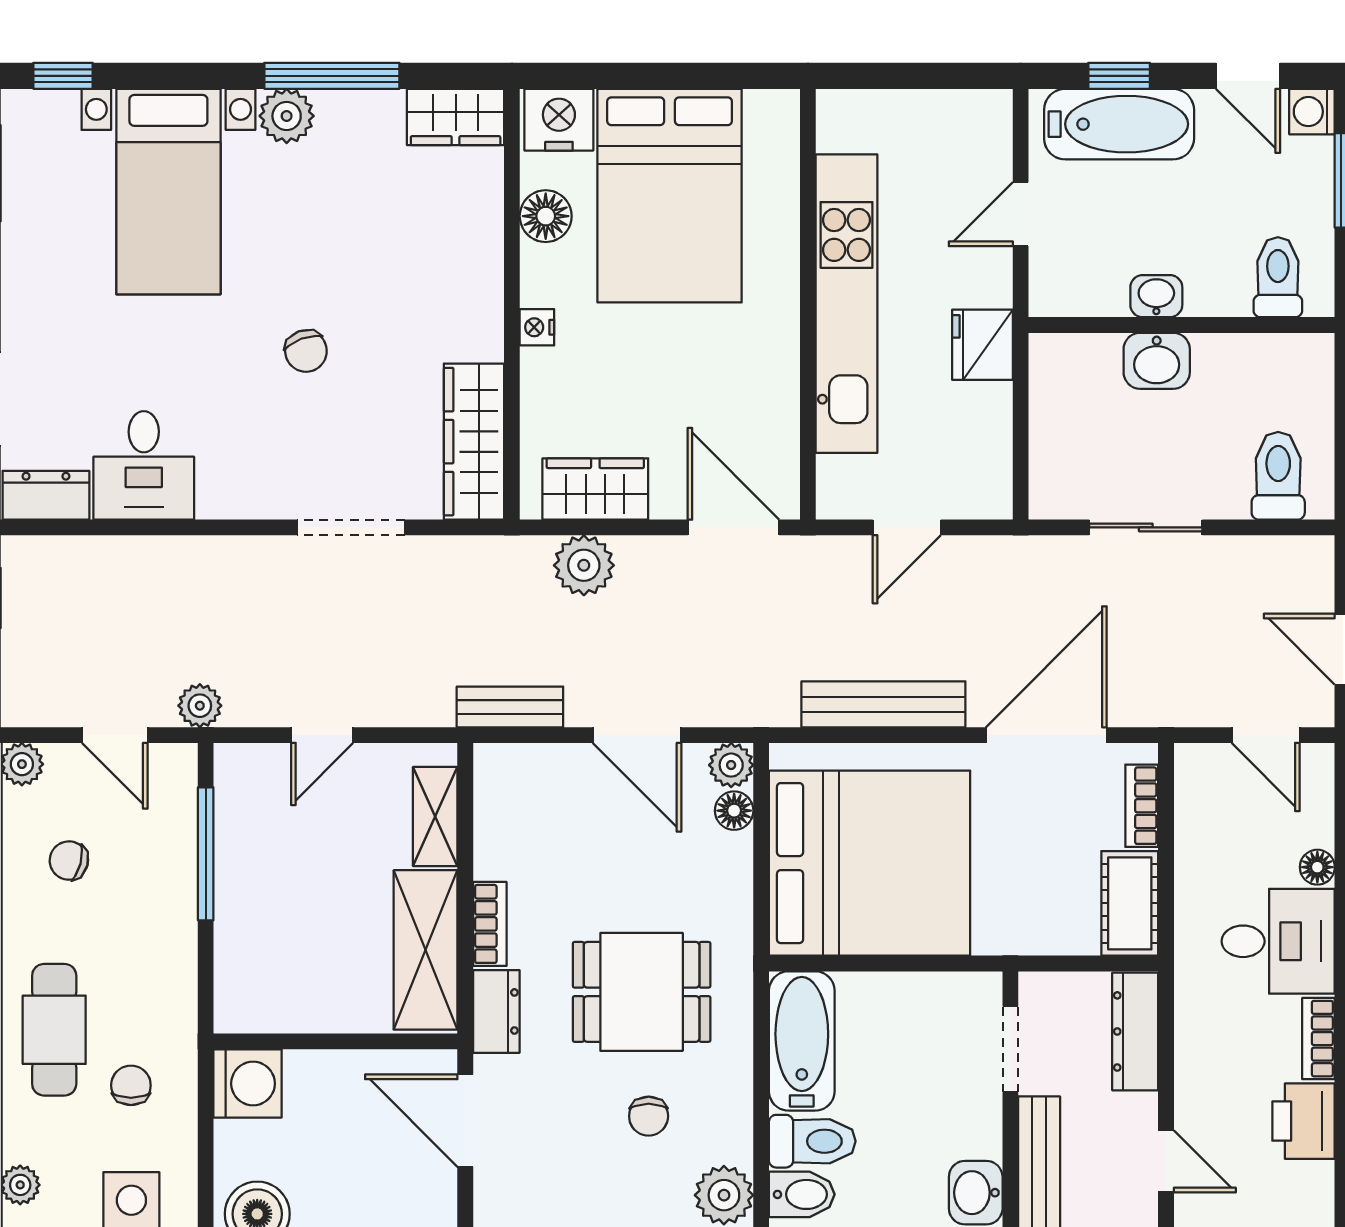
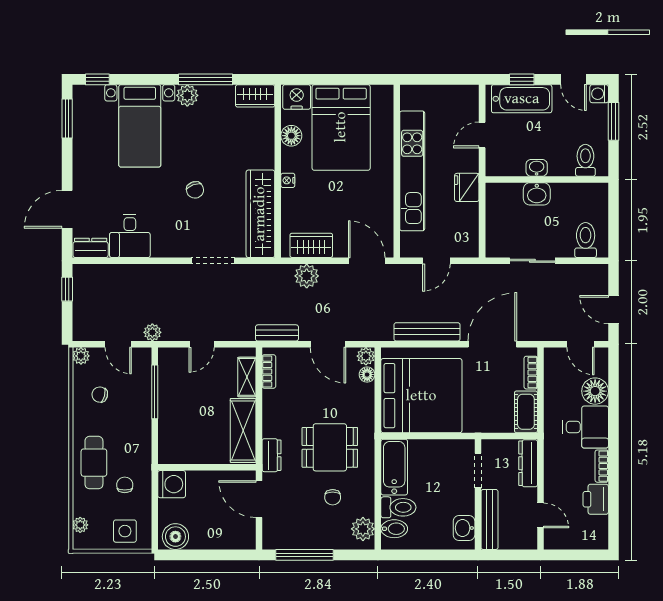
wardrobe: (474, 442) -> (260, 214), width x1.40, depth x1.17
floor lamp: (1317, 867) -> (595, 391), width x1.89, depth x1.89
bookcase: (490, 924) -> (269, 371), moved

